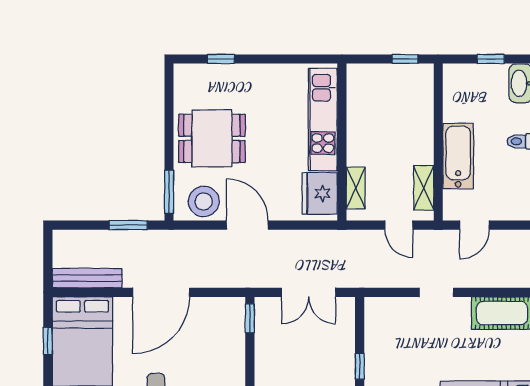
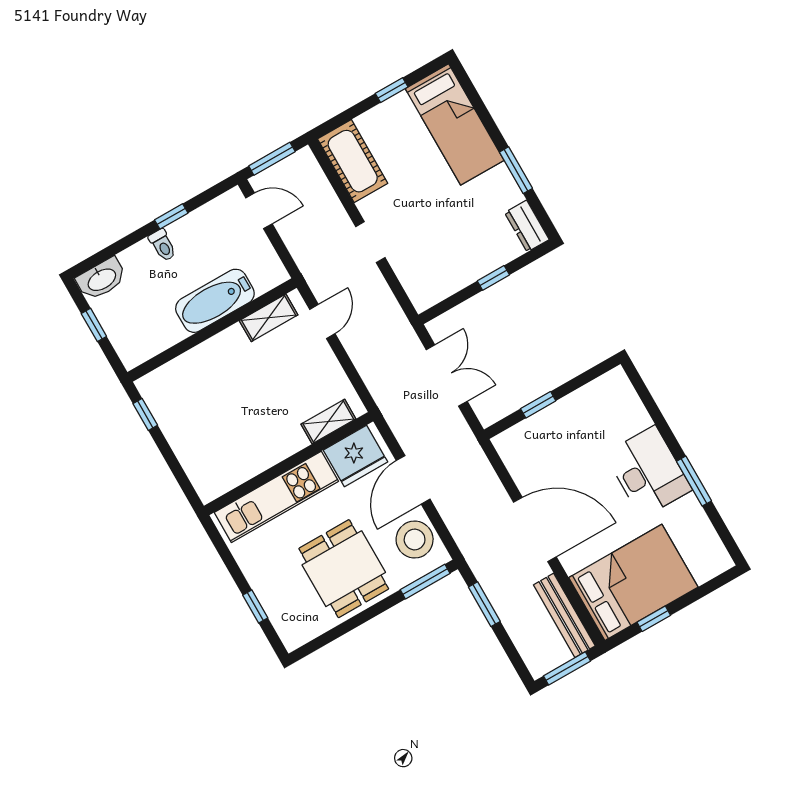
kitchen unit: (323, 120) -> (276, 497), moved
wall: (342, 142) -> (289, 464), moved
shelving: (356, 188) -> (328, 422), moved
fridge: (320, 193) -> (355, 456), moved
door: (474, 225) -> (259, 211), moved
window: (48, 258) -> (567, 668), added
window: (250, 318) -> (538, 405), moved

